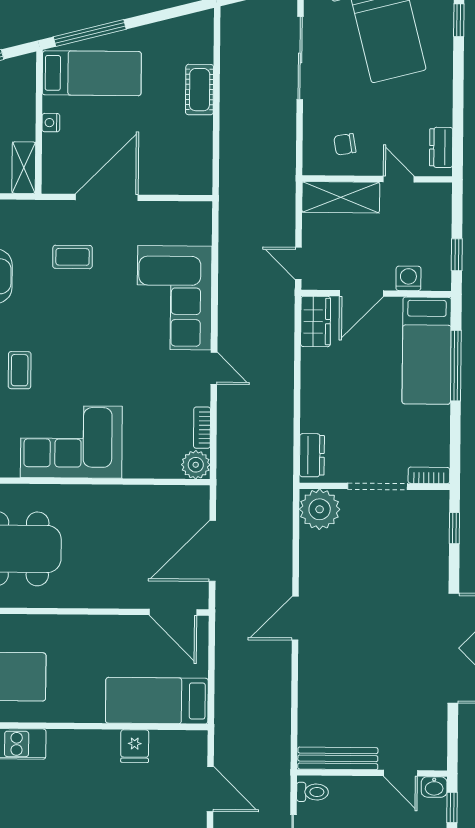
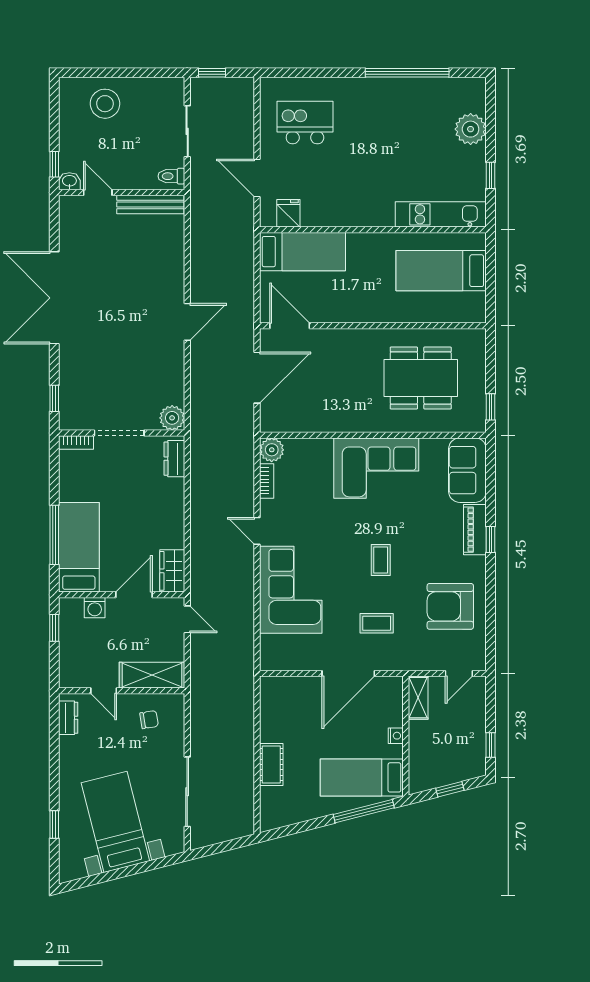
coffee table: (20, 370) -> (381, 560), moved
plant: (320, 509) -> (172, 418), width x0.73, depth x0.73
fridge: (135, 746) -> (288, 213), moved

